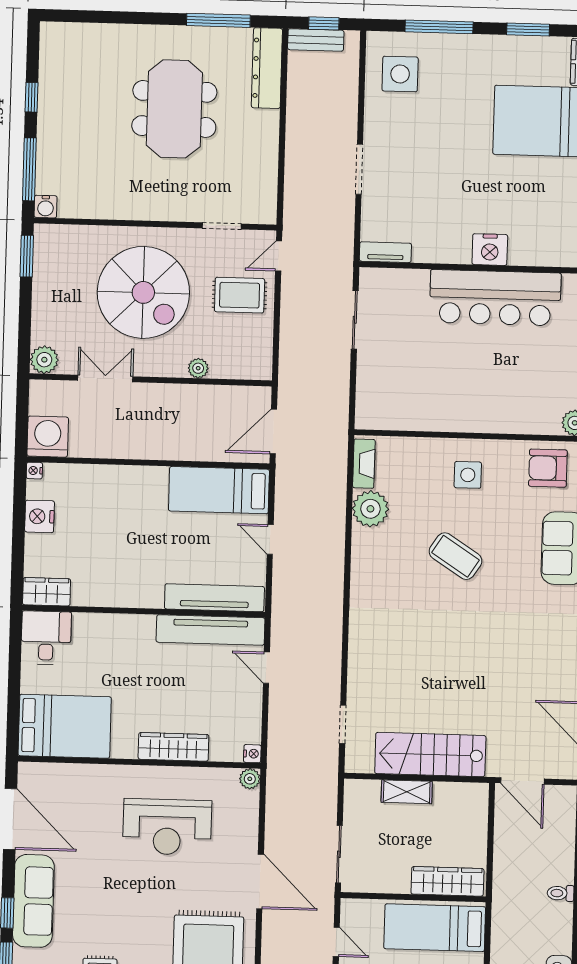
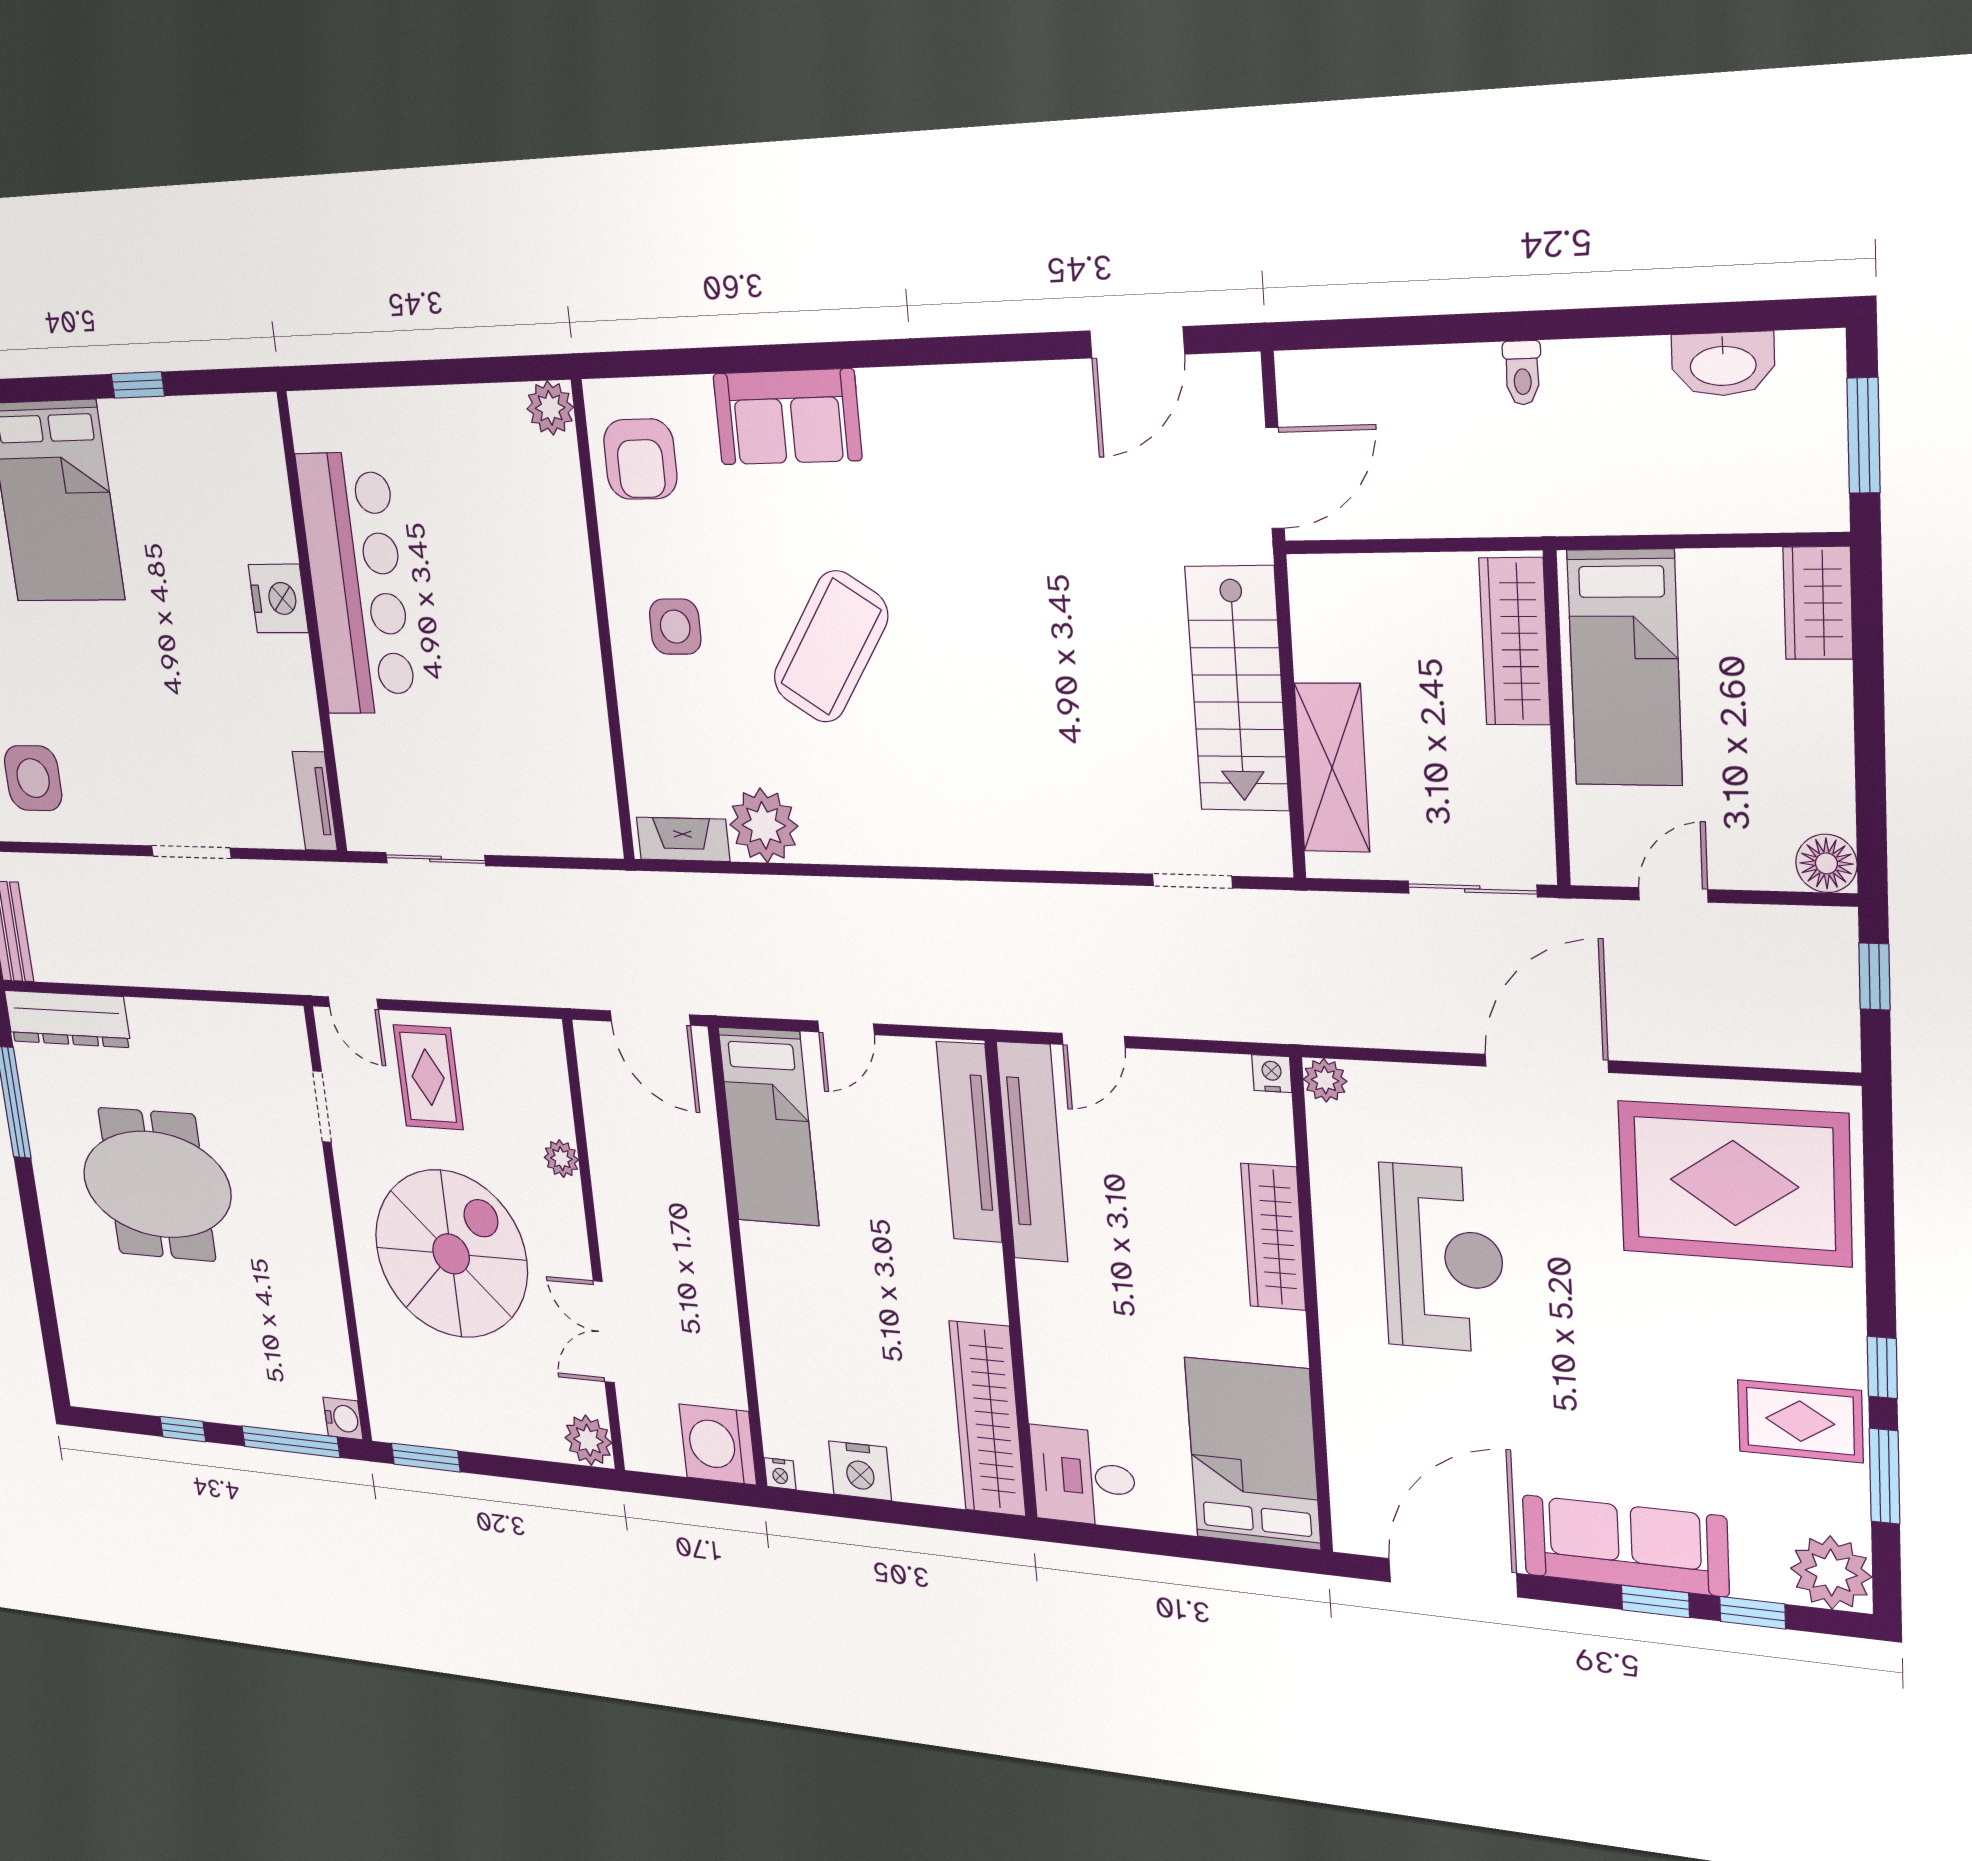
coffee table: (456, 556) -> (831, 647), width x1.36, depth x1.32
wardrobe: (47, 592) -> (987, 1419), width x2.10, depth x1.17
shelving: (407, 792) -> (1332, 768), width x1.50, depth x1.33

